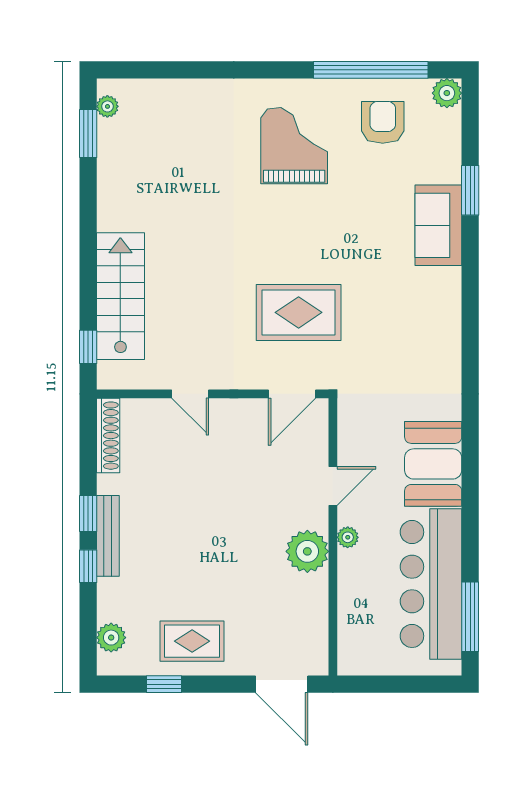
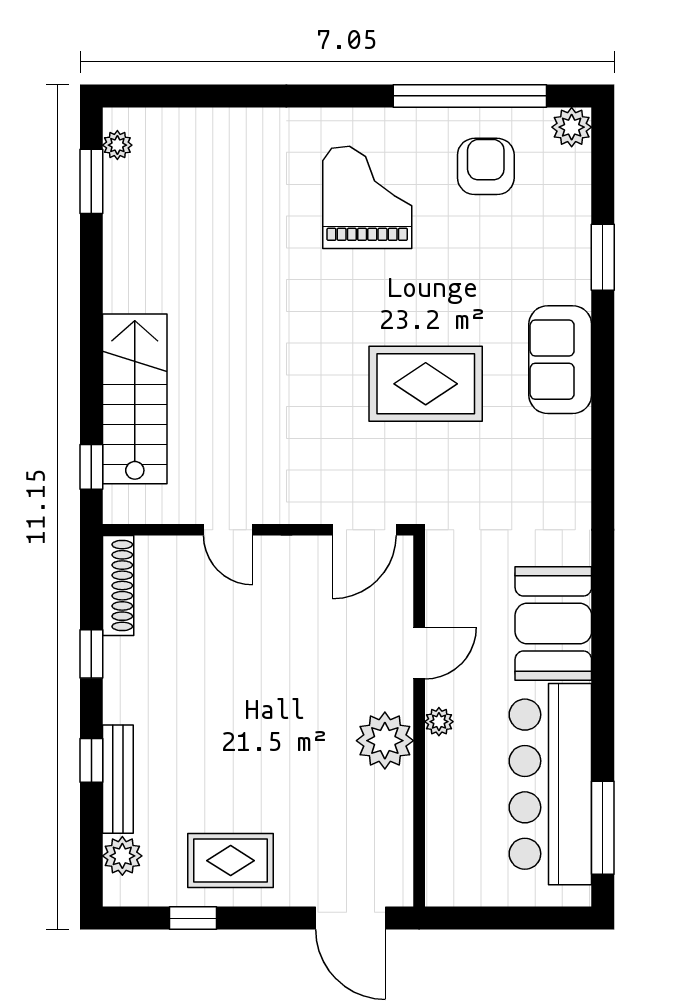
sofa: (438, 225) -> (560, 360), moved
rug: (299, 312) -> (426, 384), moved
window: (88, 513) -> (91, 654), moved
bench: (108, 536) -> (118, 779), moved

